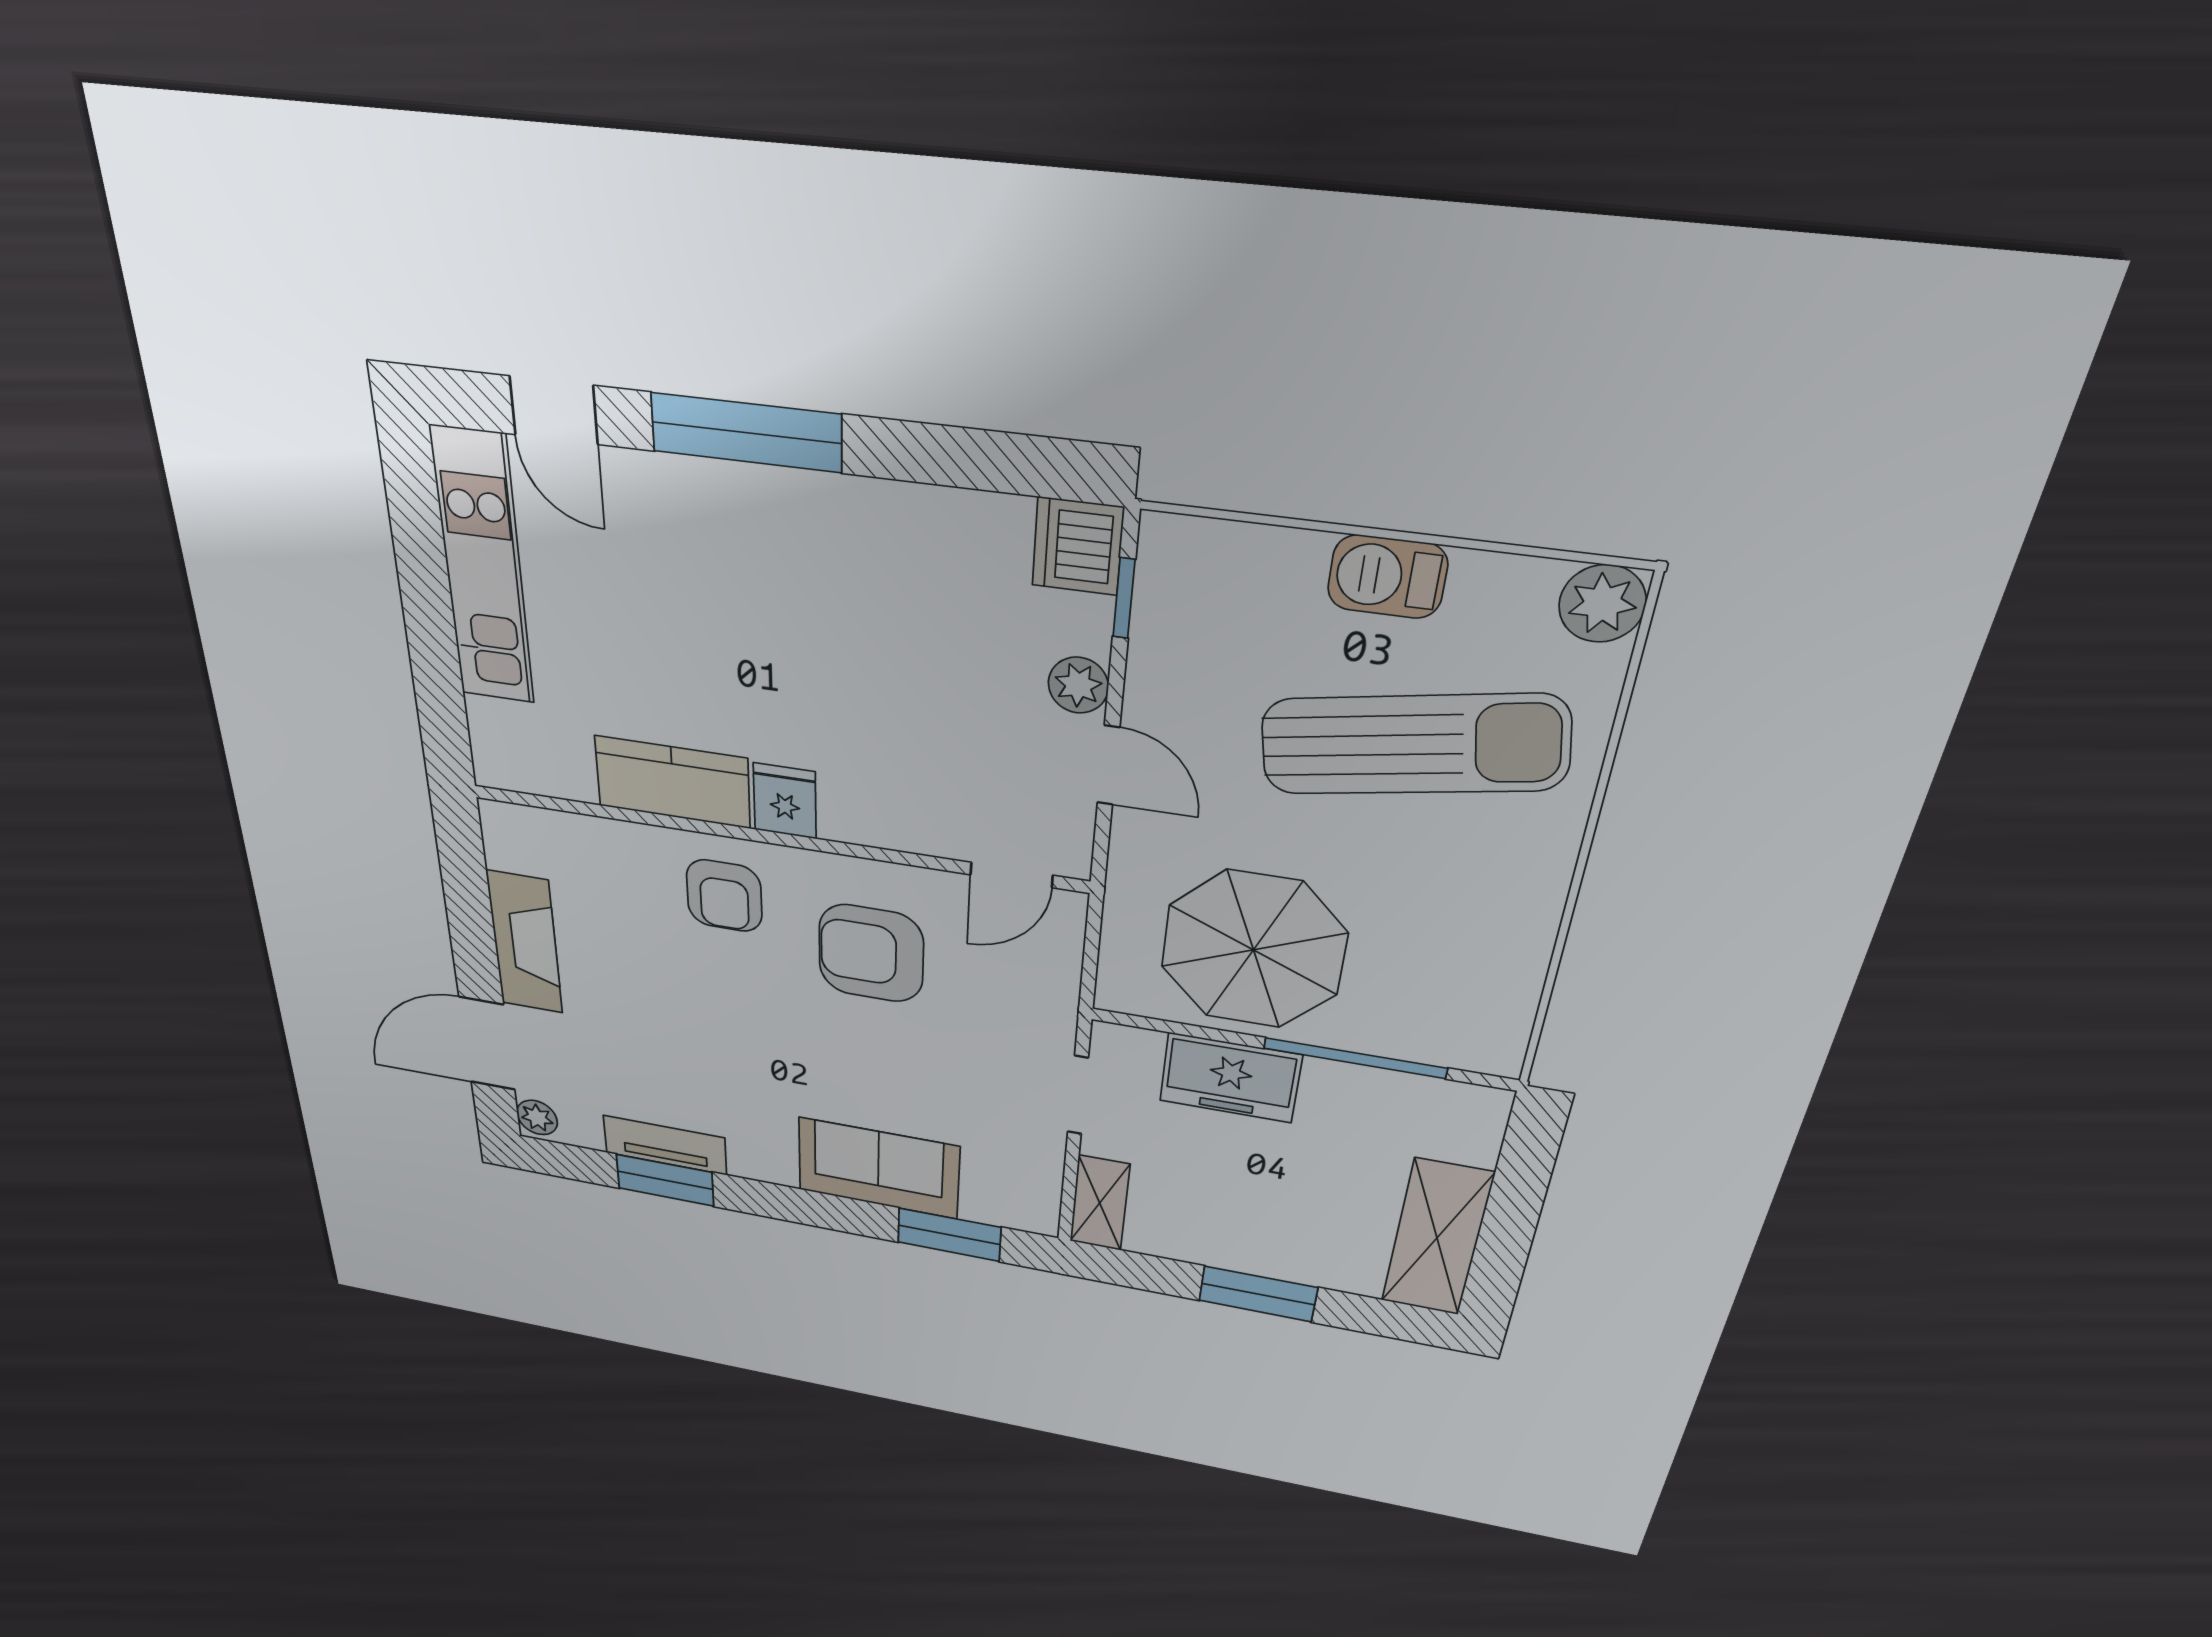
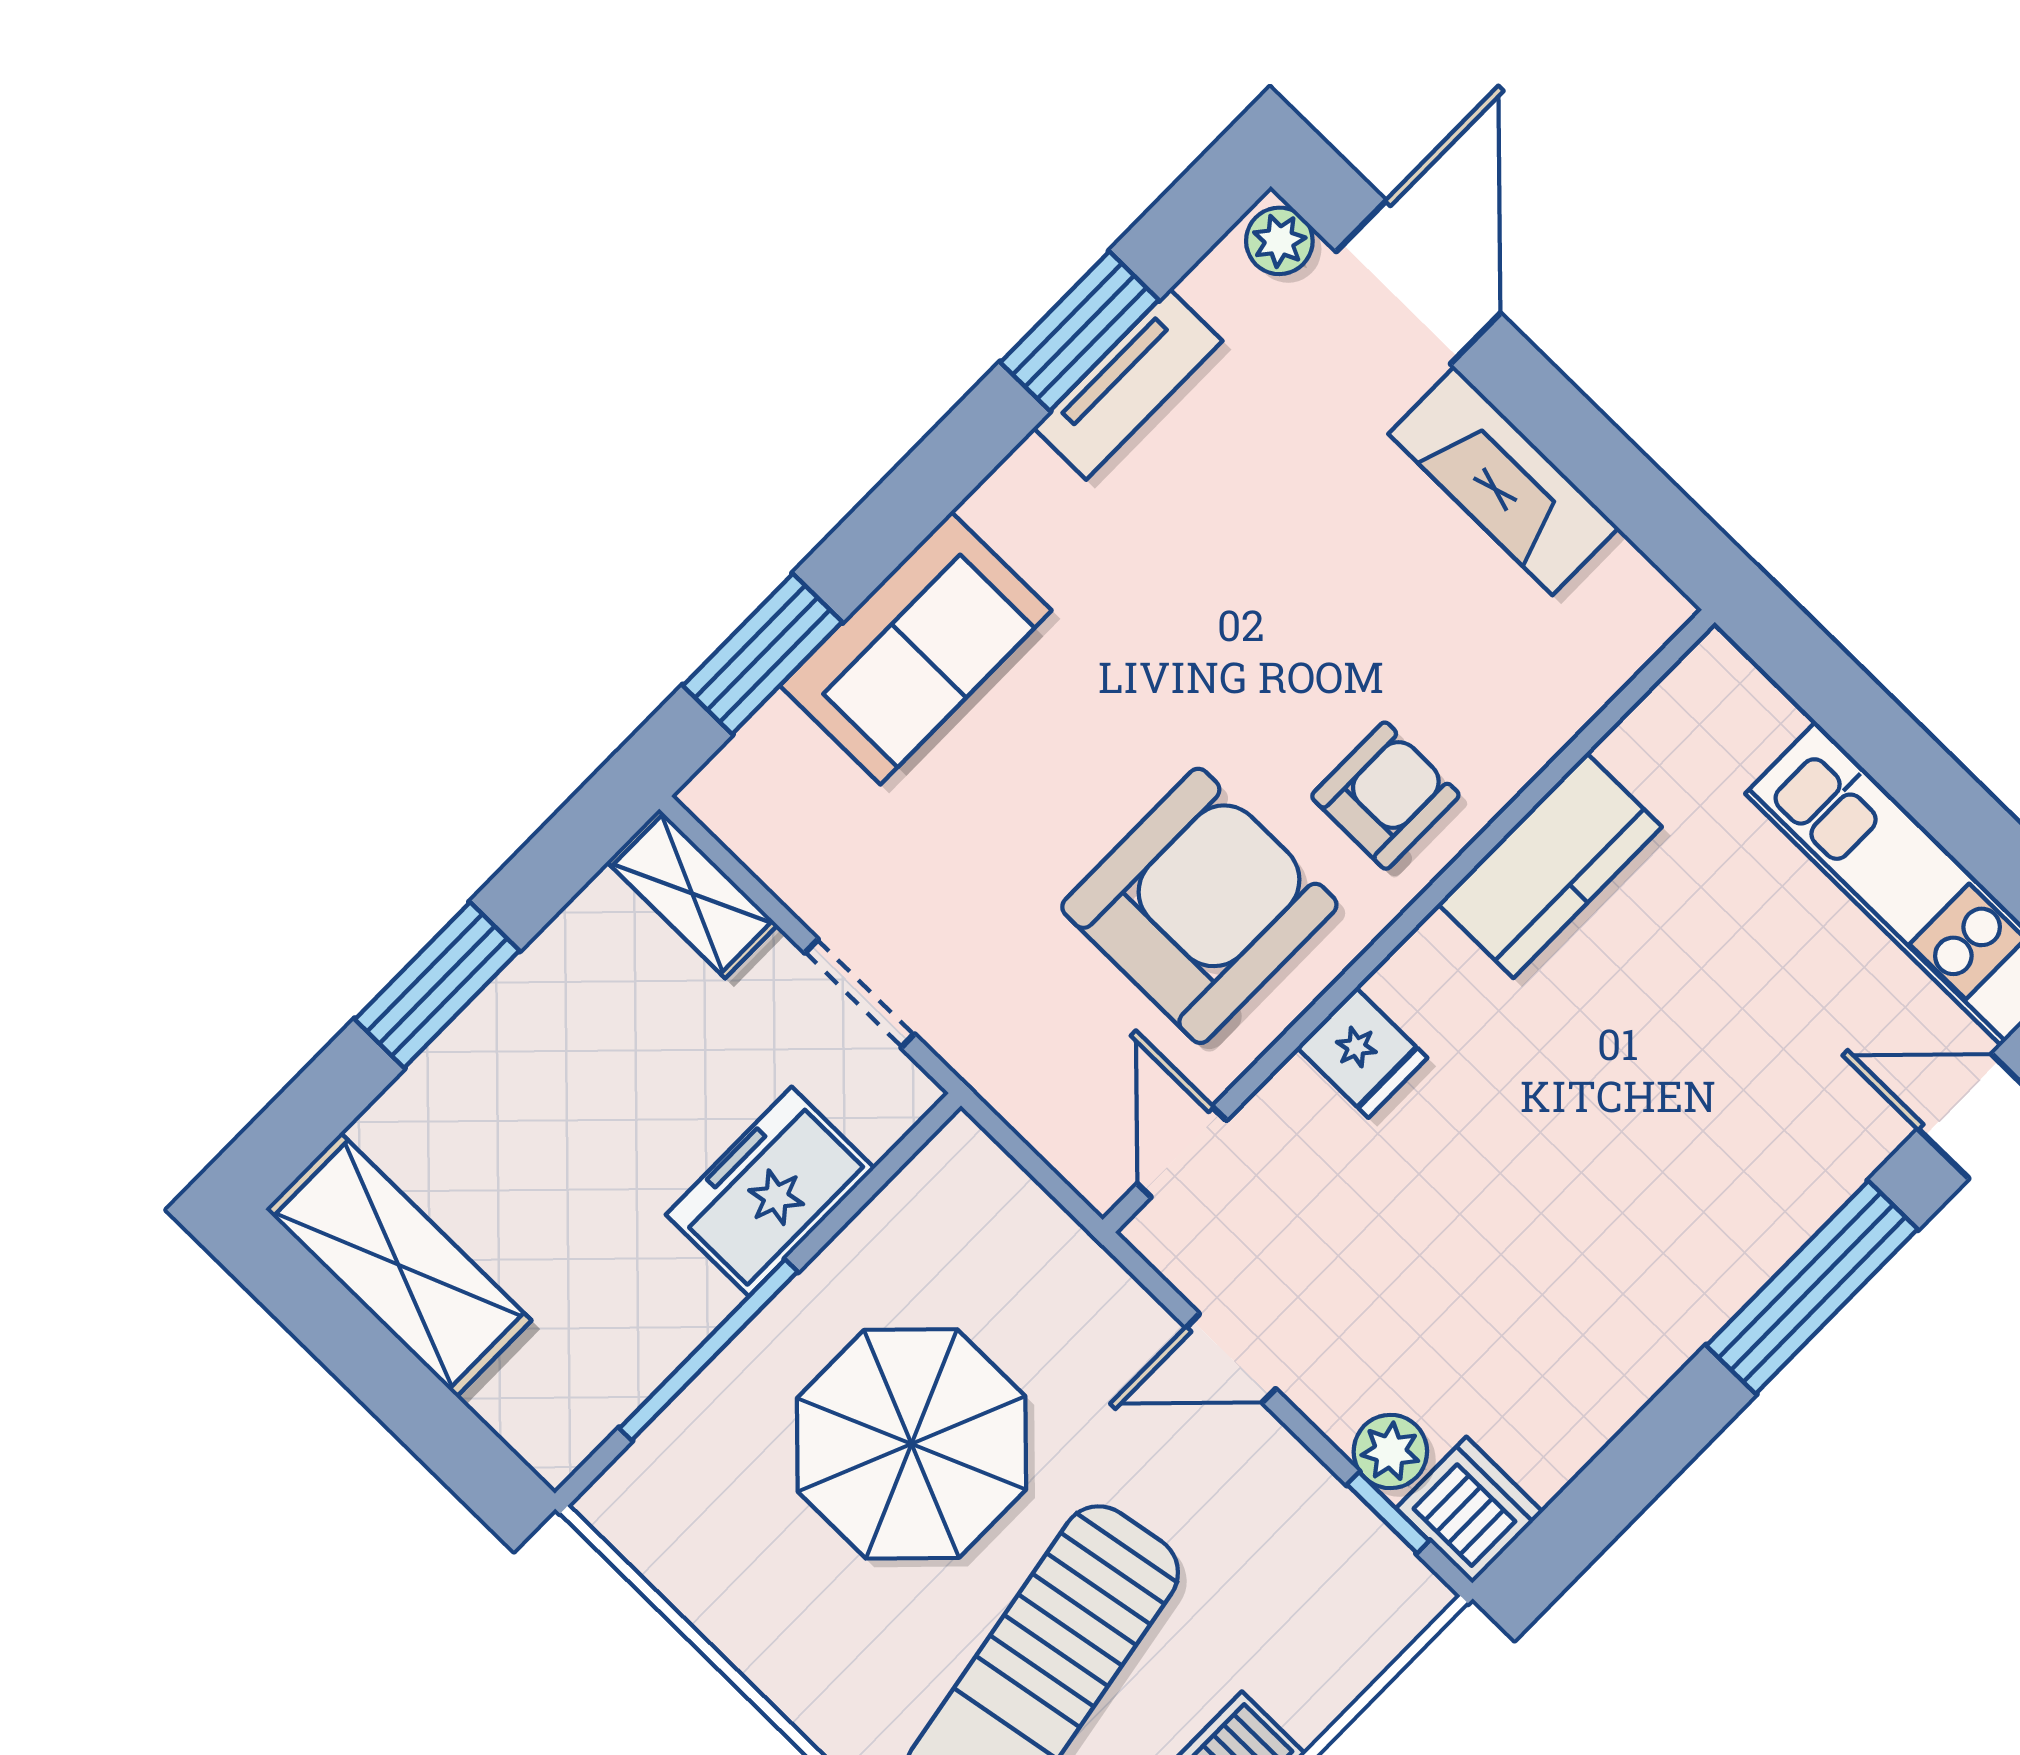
plant: (1078, 685) -> (1390, 1451), moved
fridge: (785, 801) -> (1362, 1053), moved
armchair: (724, 896) -> (1385, 796), turned 90
parasol: (1253, 950) -> (912, 1444), moved
armchair: (871, 953) -> (1199, 906), width x1.36, depth x1.36

